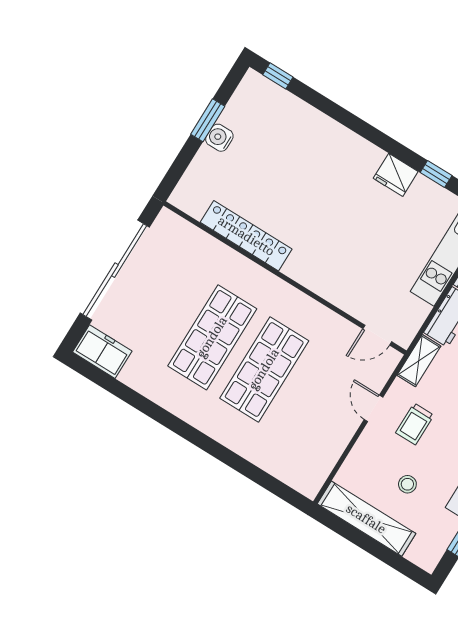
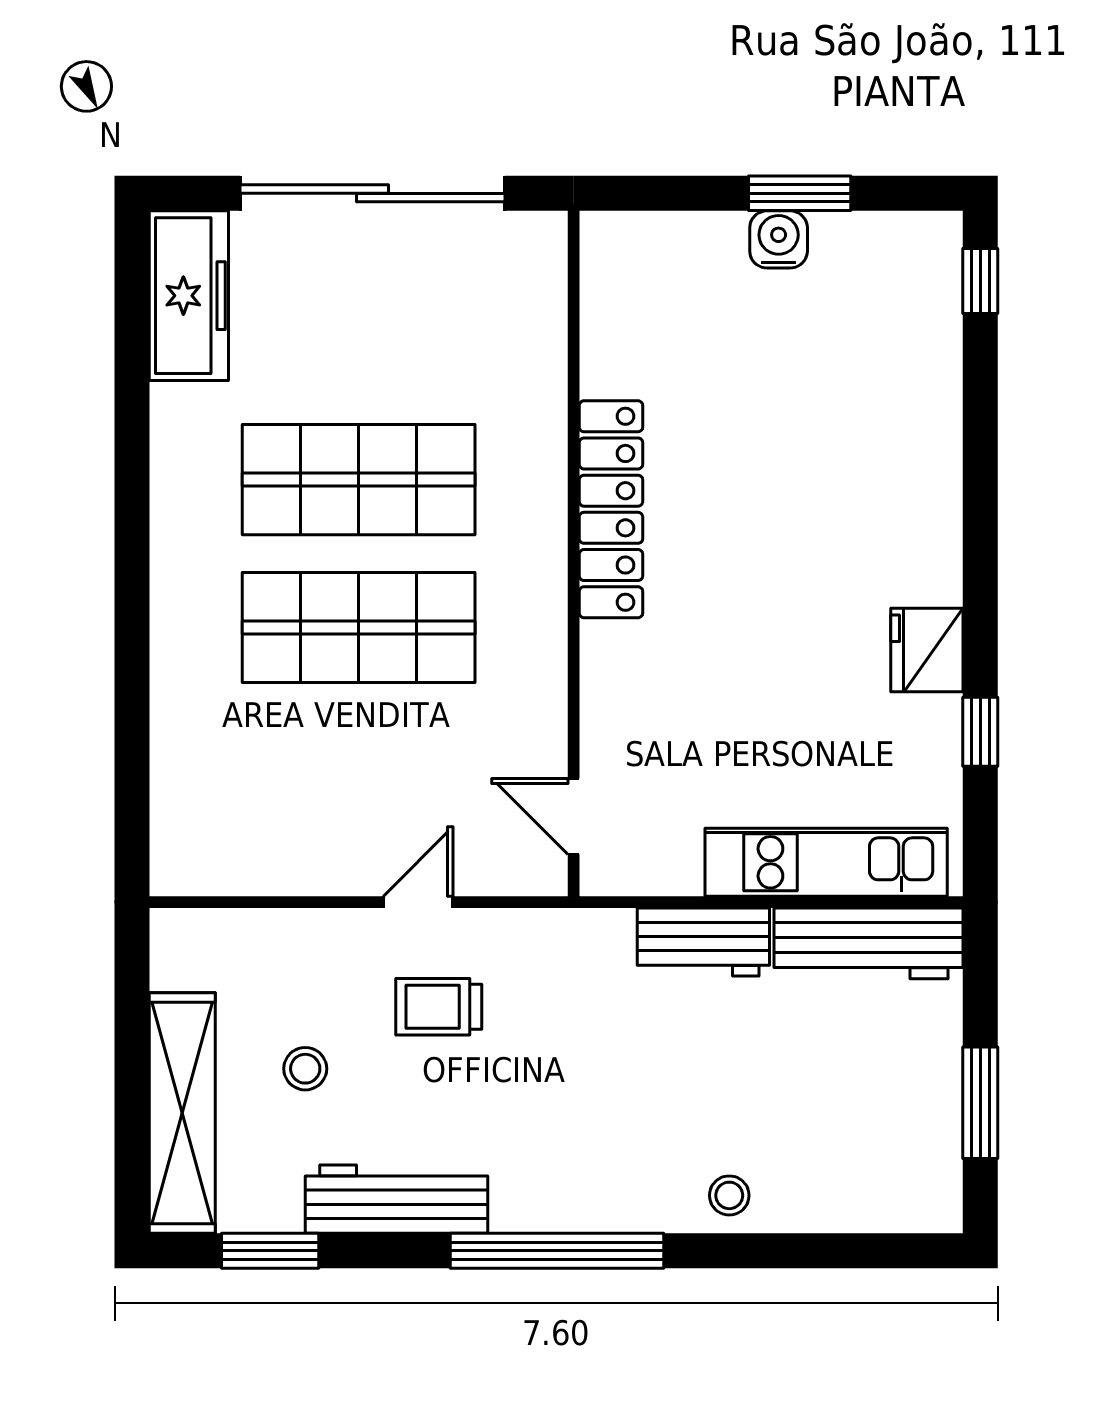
locker: (246, 236) -> (611, 509), moved
freezer: (102, 352) -> (189, 296), width x1.40
shelving: (419, 361) -> (574, 934), removed
shelving: (366, 519) -> (182, 1113), moved

